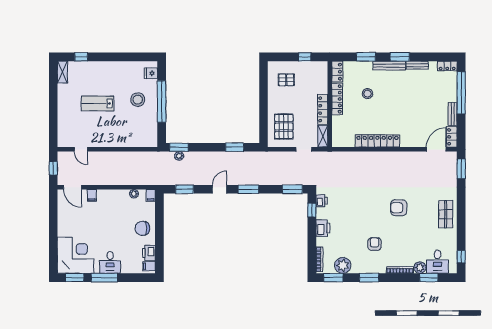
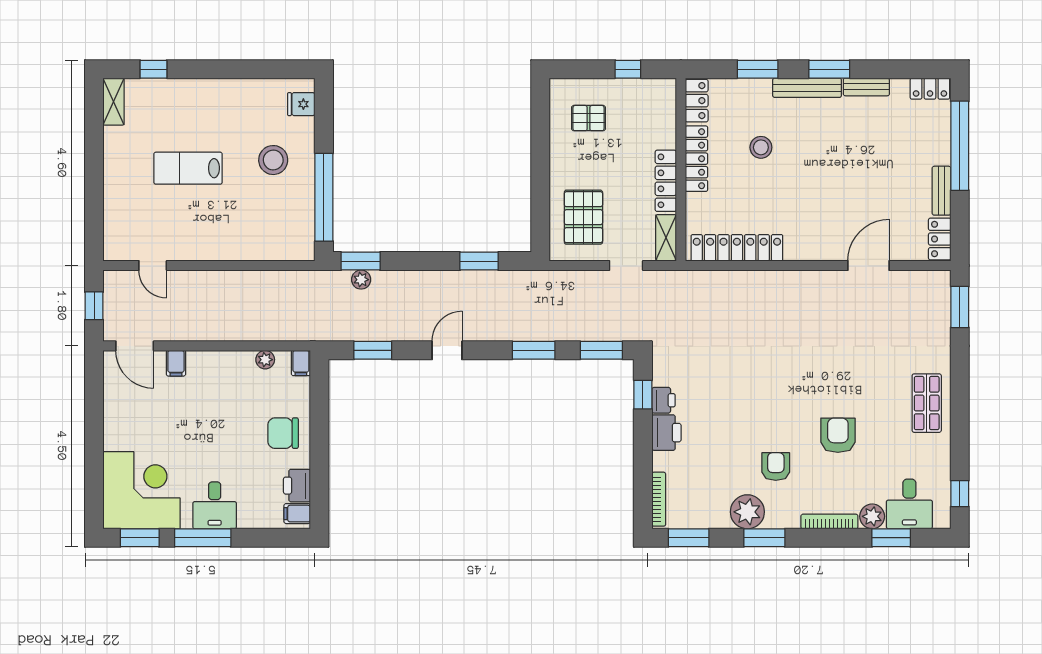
window: (162, 102) -> (324, 197), moved
locker: (377, 141) -> (737, 248), moved
door: (436, 149) -> (868, 266), moved
window: (248, 189) -> (534, 350), moved
printer: (322, 201) -> (664, 400), moved
armchair: (399, 208) -> (838, 435), moved, turned 90
plant: (343, 265) -> (747, 512), moved

